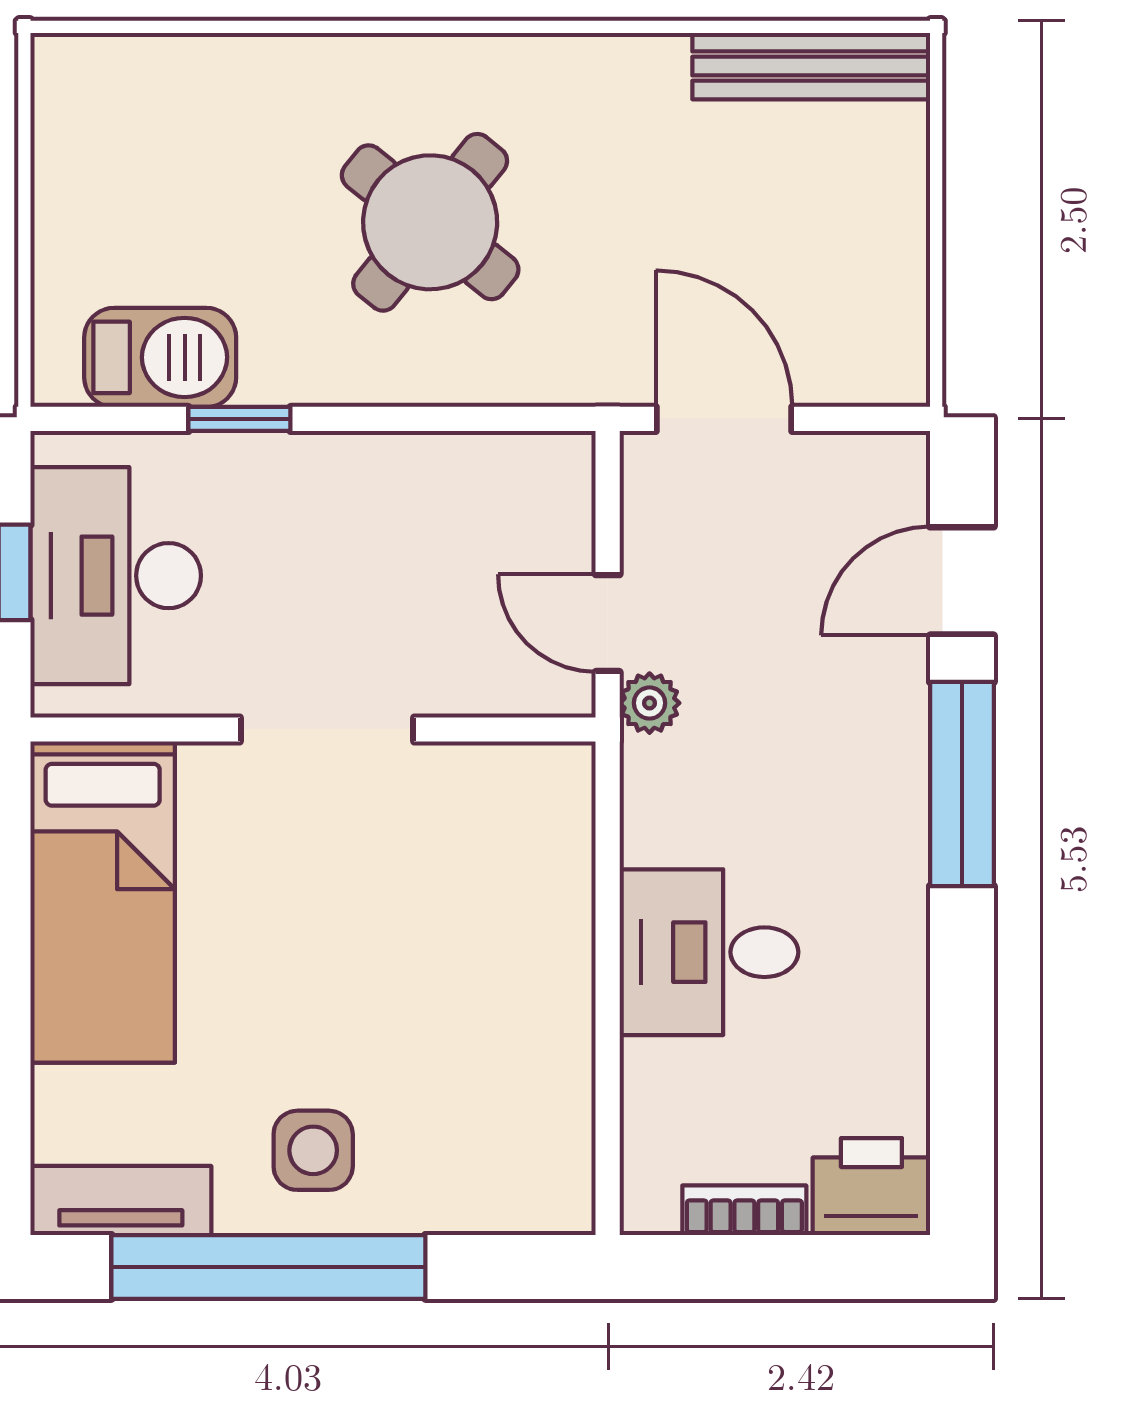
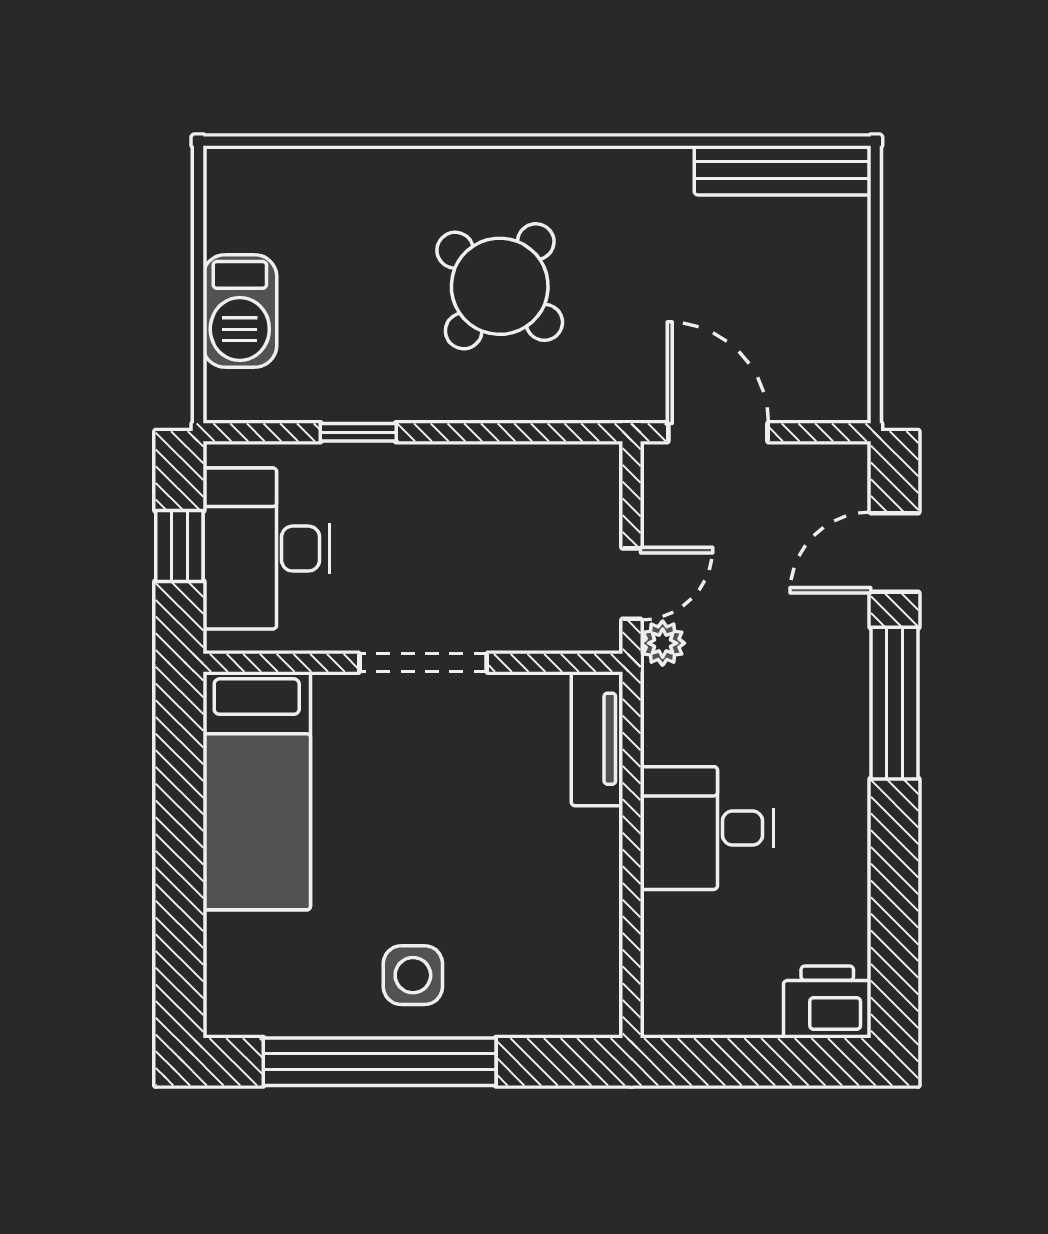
barbecue: (160, 357) -> (240, 311), moved, turned 90
door: (608, 623) -> (631, 584), swing flipped
tv unit: (121, 1201) -> (597, 739), moved, turned -90
bookcase: (744, 1210) -> (733, 1020), removed

